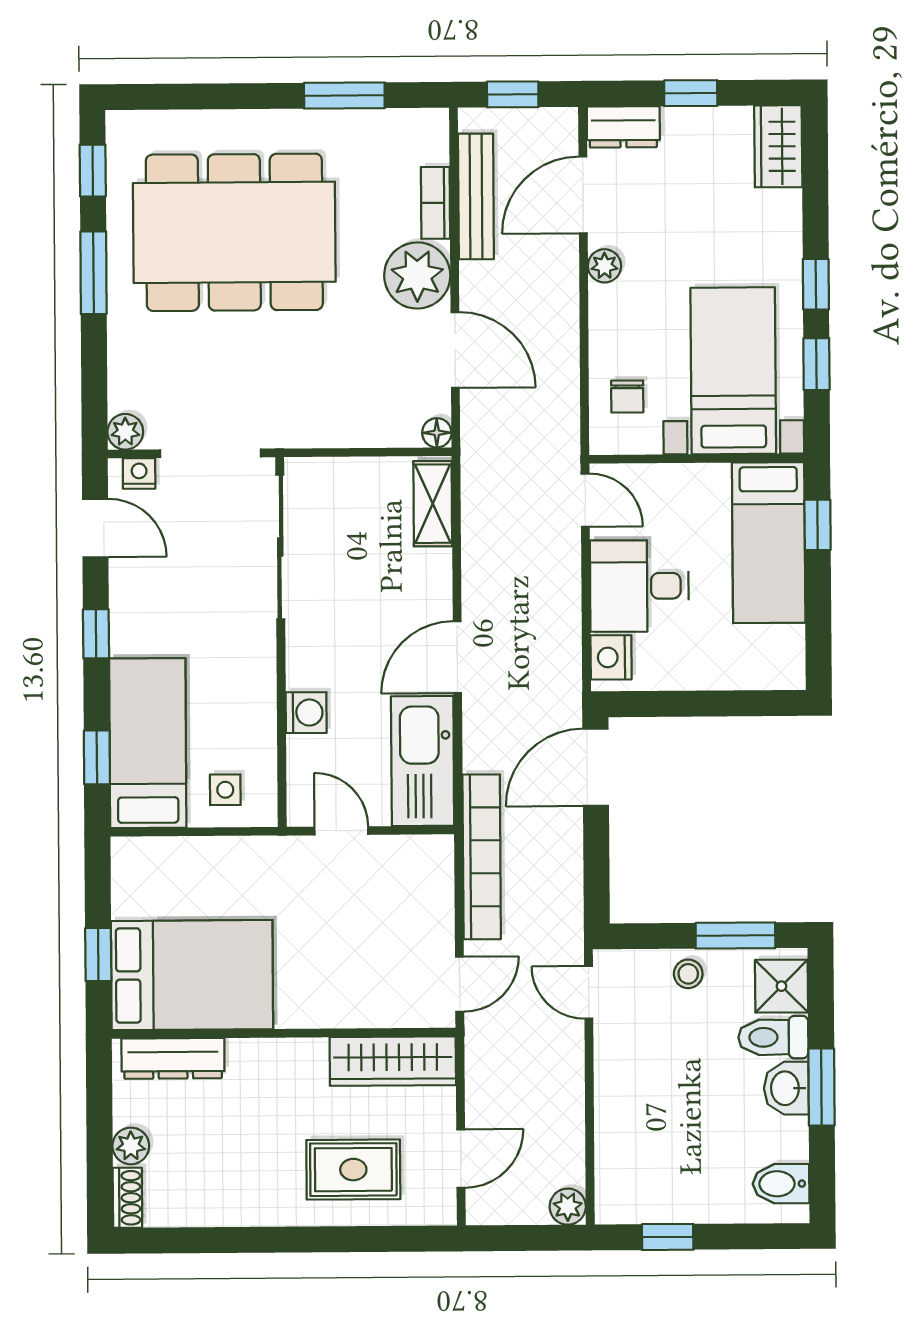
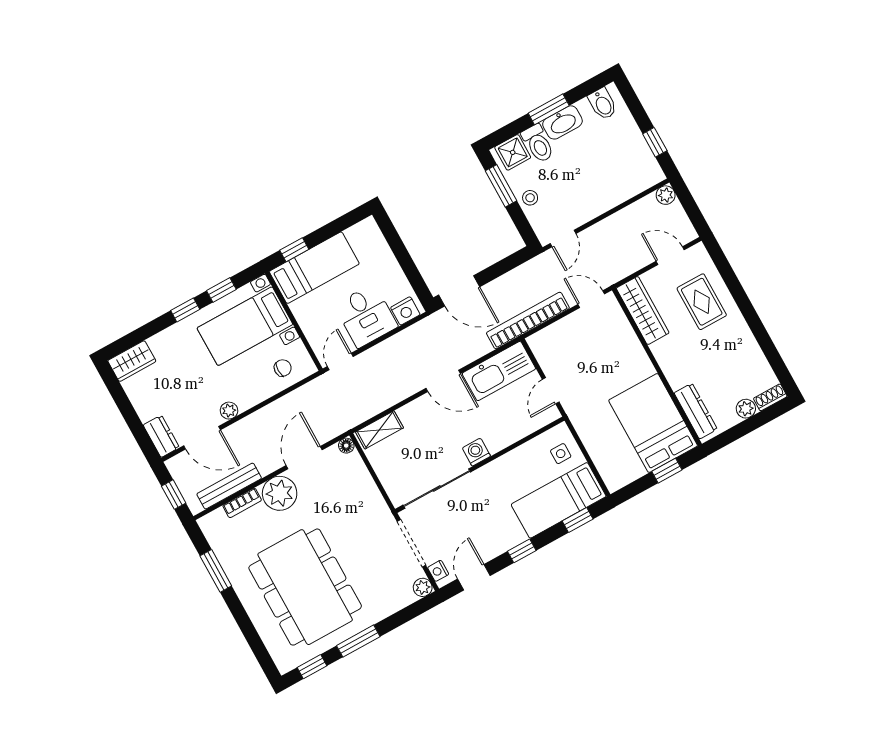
window: (691, 93) -> (129, 414), removed
washing machine: (306, 713) -> (476, 452), moved
washbasin: (786, 1088) -> (562, 122), width x1.38

